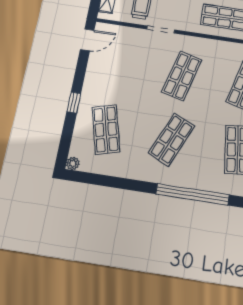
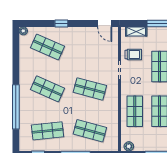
shop shelf: (106, 129) -> (47, 47), turned 39

